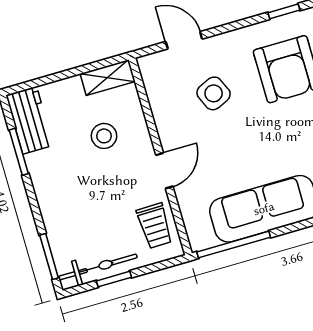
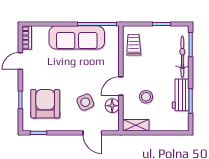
floor lamp: (162, 101) -> (112, 106), added
workbench: (30, 120) -> (181, 95), moved
door: (164, 171) -> (121, 86), moved
bicycle: (98, 267) -> (182, 57), moved, turned 90

